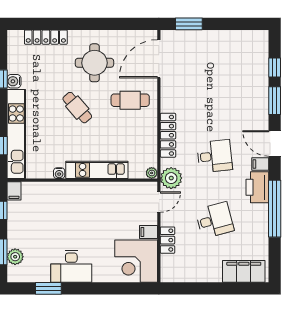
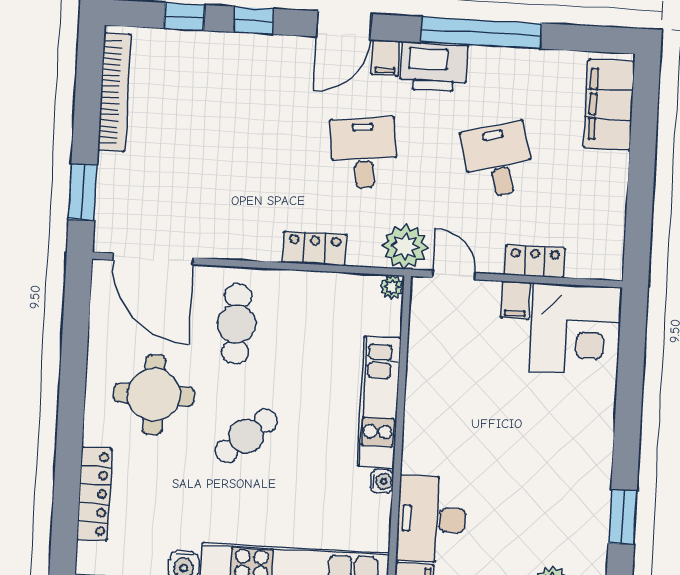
bookcase: (237, 36) -> (114, 92), added
window: (275, 101) -> (254, 20), width x0.67
locker: (168, 135) -> (315, 248), width x0.66
desk: (71, 266) -> (432, 519), moved, turned 180

